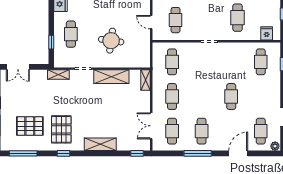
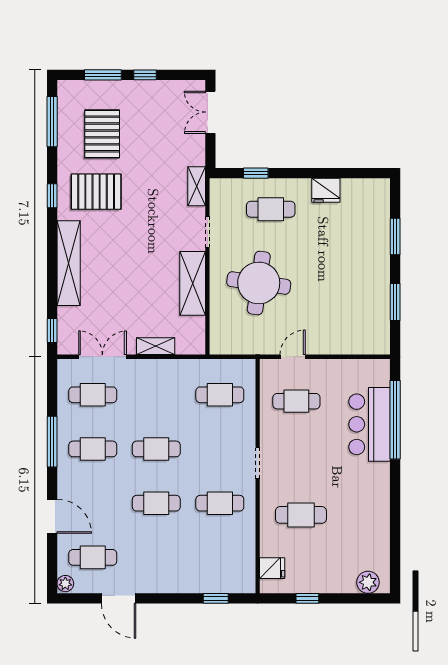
round table: (111, 41) -> (259, 283), width x1.36, depth x1.36
cafe table: (261, 62) -> (220, 503), moved
shelving: (146, 80) -> (156, 346), moved
cafe table: (172, 96) -> (156, 449), moved
shelving: (100, 144) -> (69, 263), width x1.47

